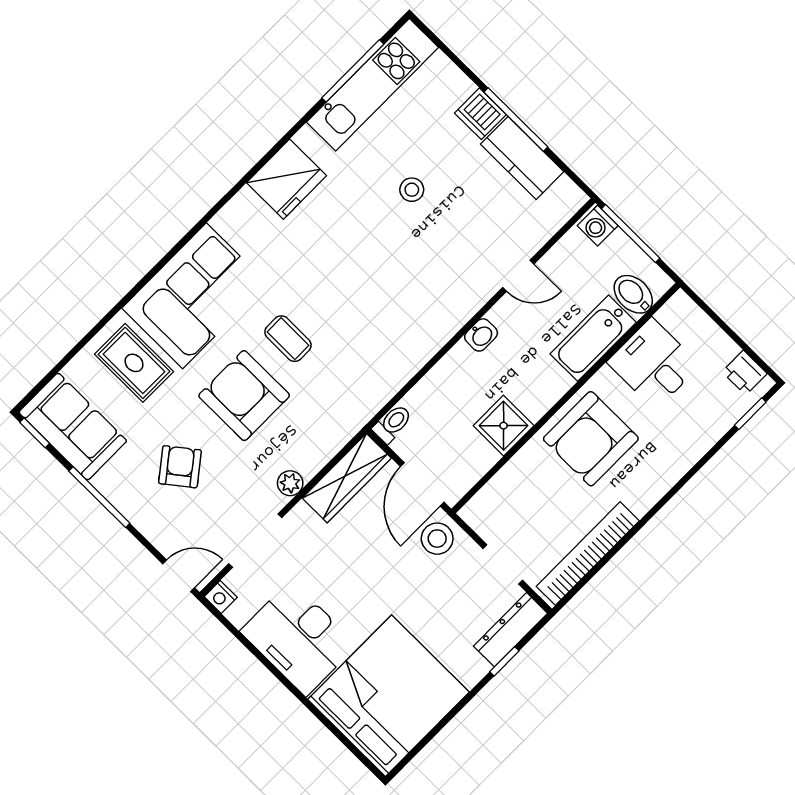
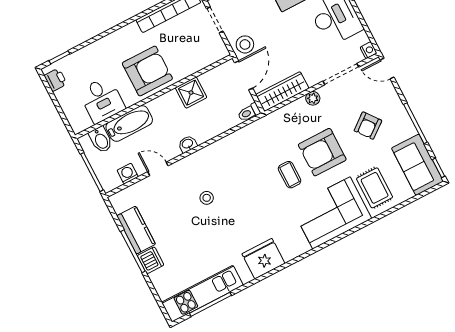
stool: (412, 190) -> (207, 198), moved
washing machine: (598, 226) -> (128, 174), moved, turned -90
armchair: (244, 396) -> (322, 152), turned 90

